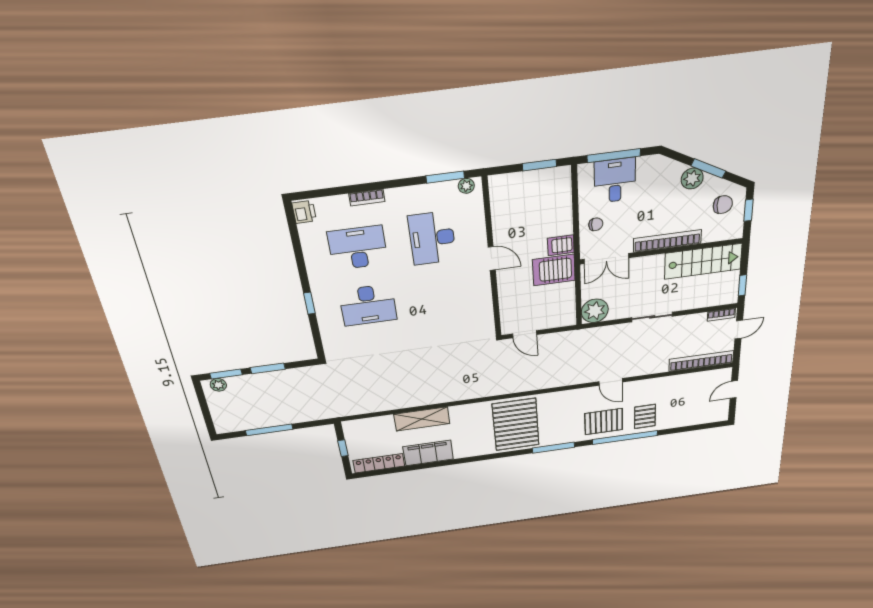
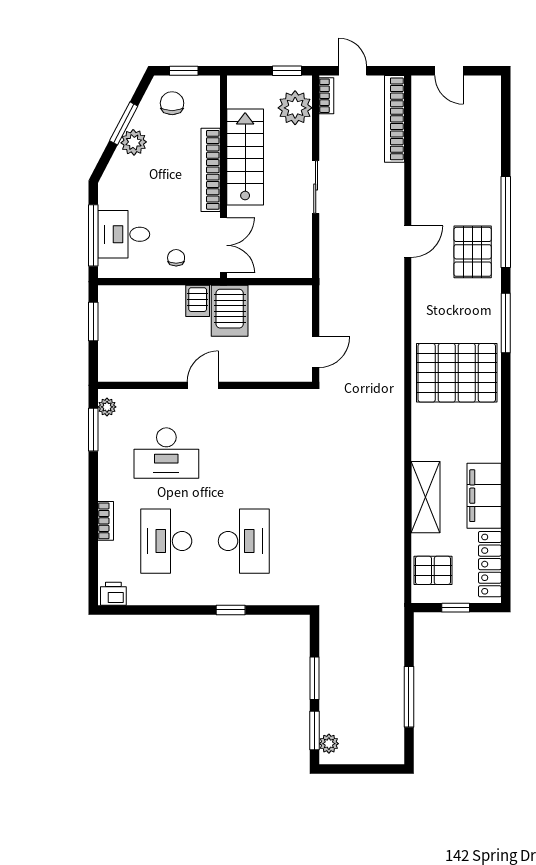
stairs: (703, 261) -> (245, 157), moved
plant: (595, 311) -> (295, 108), moved
pallet: (645, 416) -> (433, 570), moved

